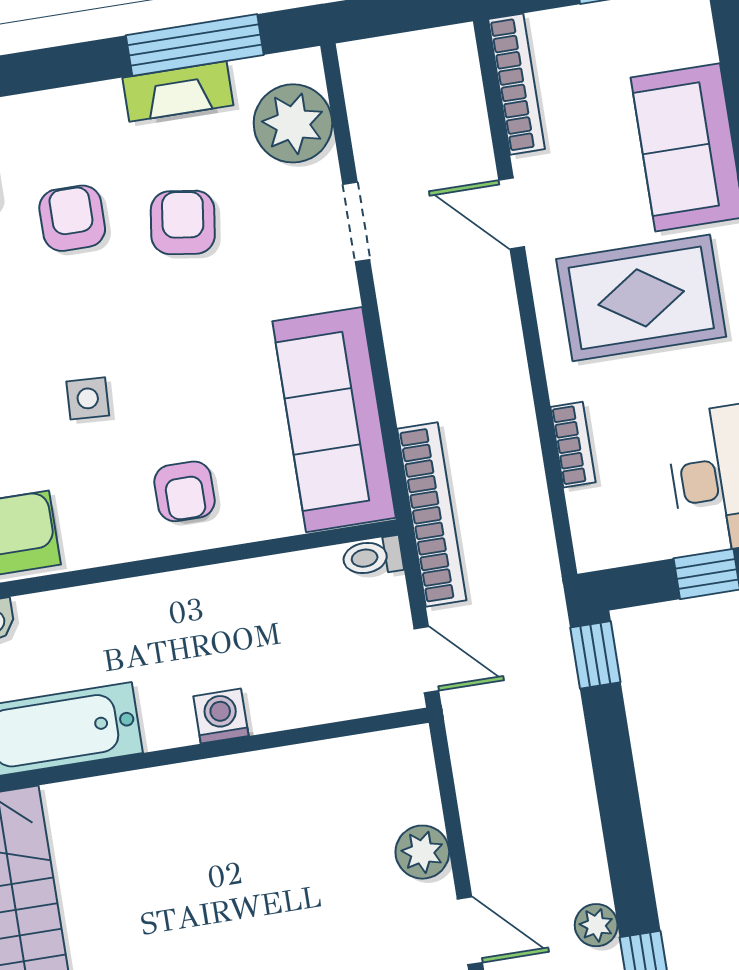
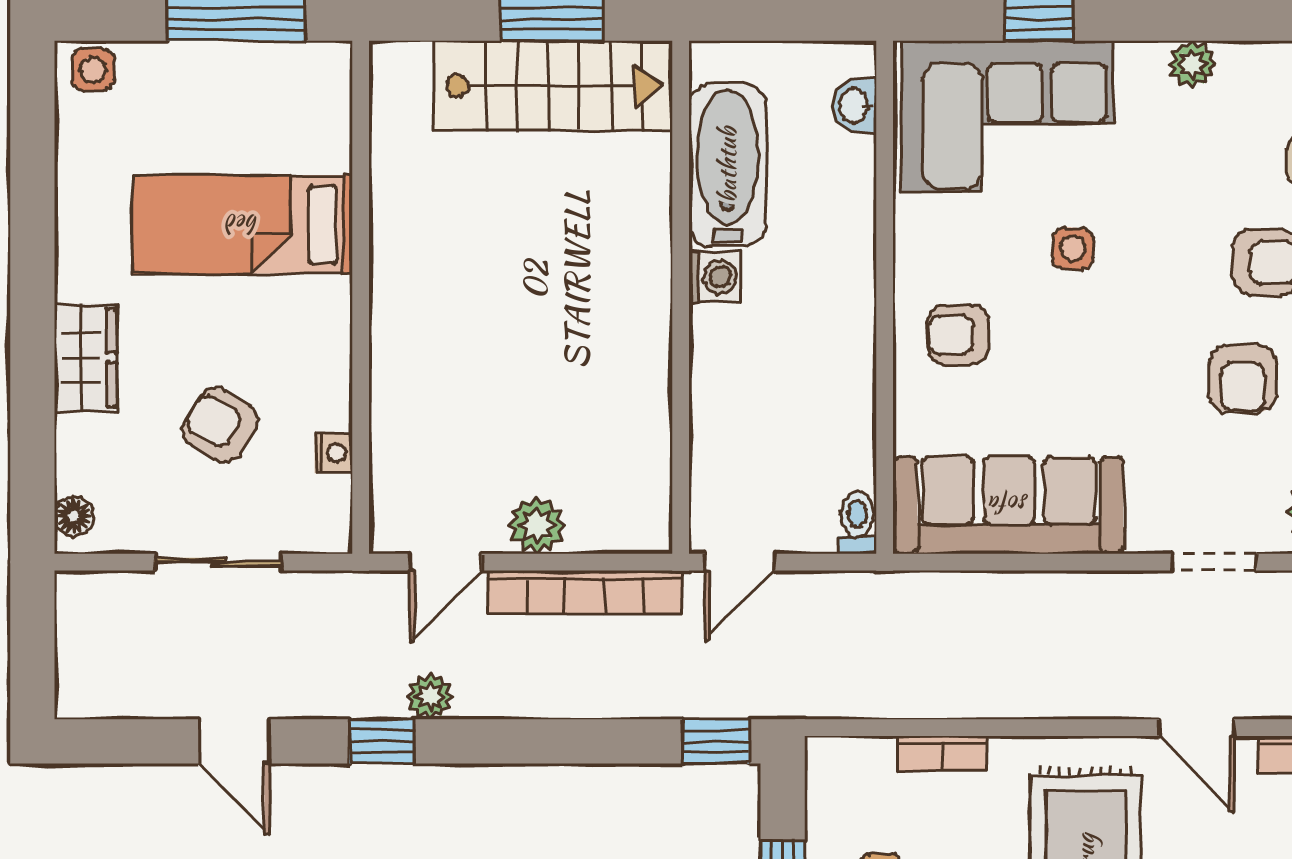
door: (512, 214) -> (1197, 728), swing flipped
armchair: (183, 222) -> (1243, 379), turned 82
bookcase: (432, 514) -> (585, 592), moved
washing machine: (221, 716) -> (715, 277), moved

